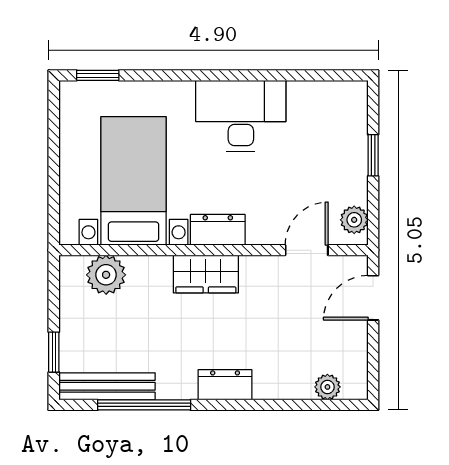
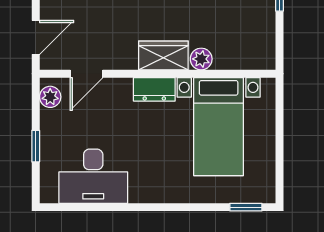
desk: (241, 116) -> (93, 176), moved
plant: (106, 275) -> (201, 59), moved, width x0.73, depth x0.73

